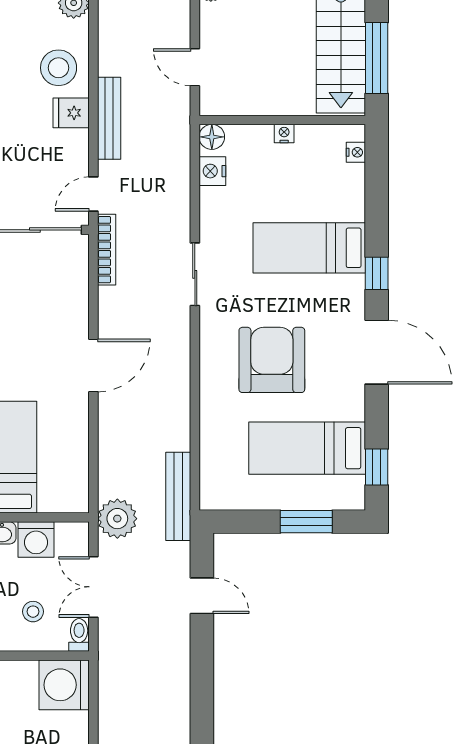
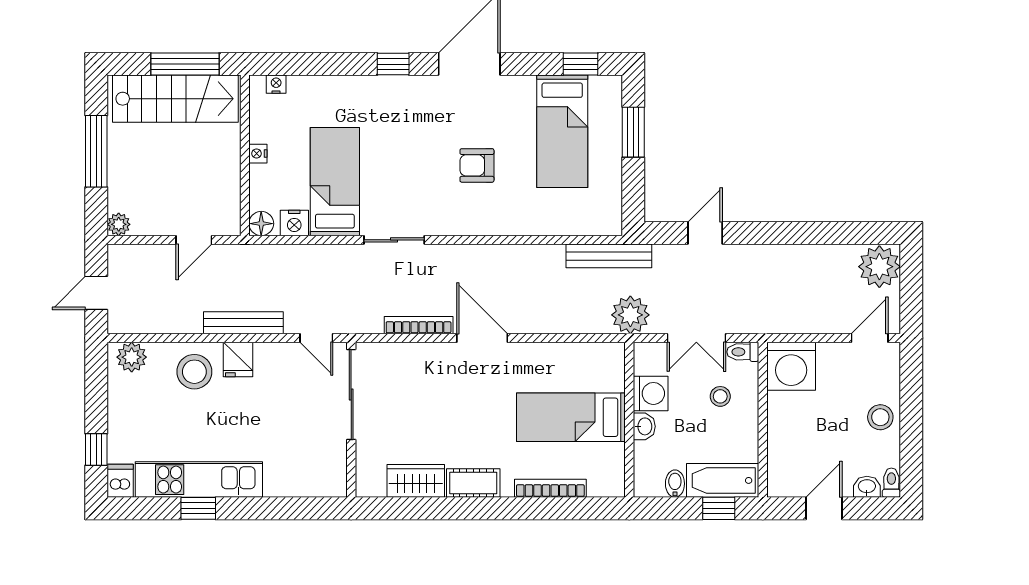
bed: (309, 248) -> (335, 182), moved, turned 180
bookcase: (107, 250) -> (419, 325), moved
armchair: (272, 360) -> (477, 165), width x0.53, depth x0.53

